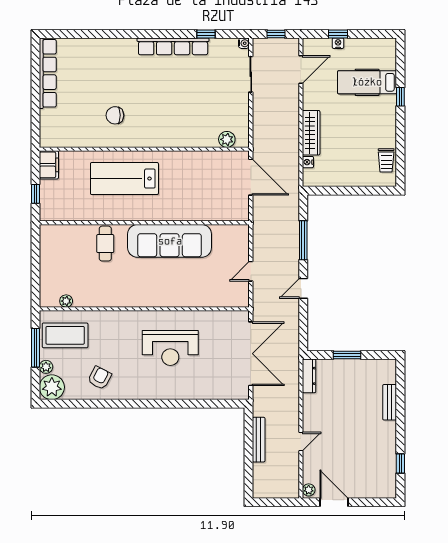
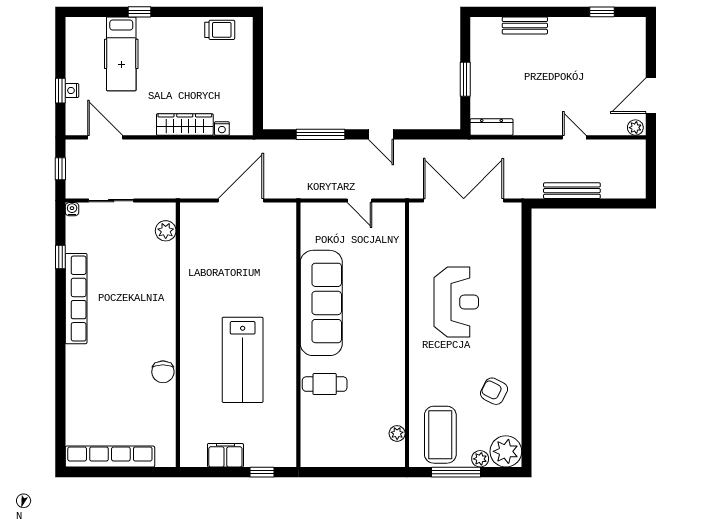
plant: (227, 139) -> (166, 231), moved
wall: (144, 149) -> (178, 335), moved

